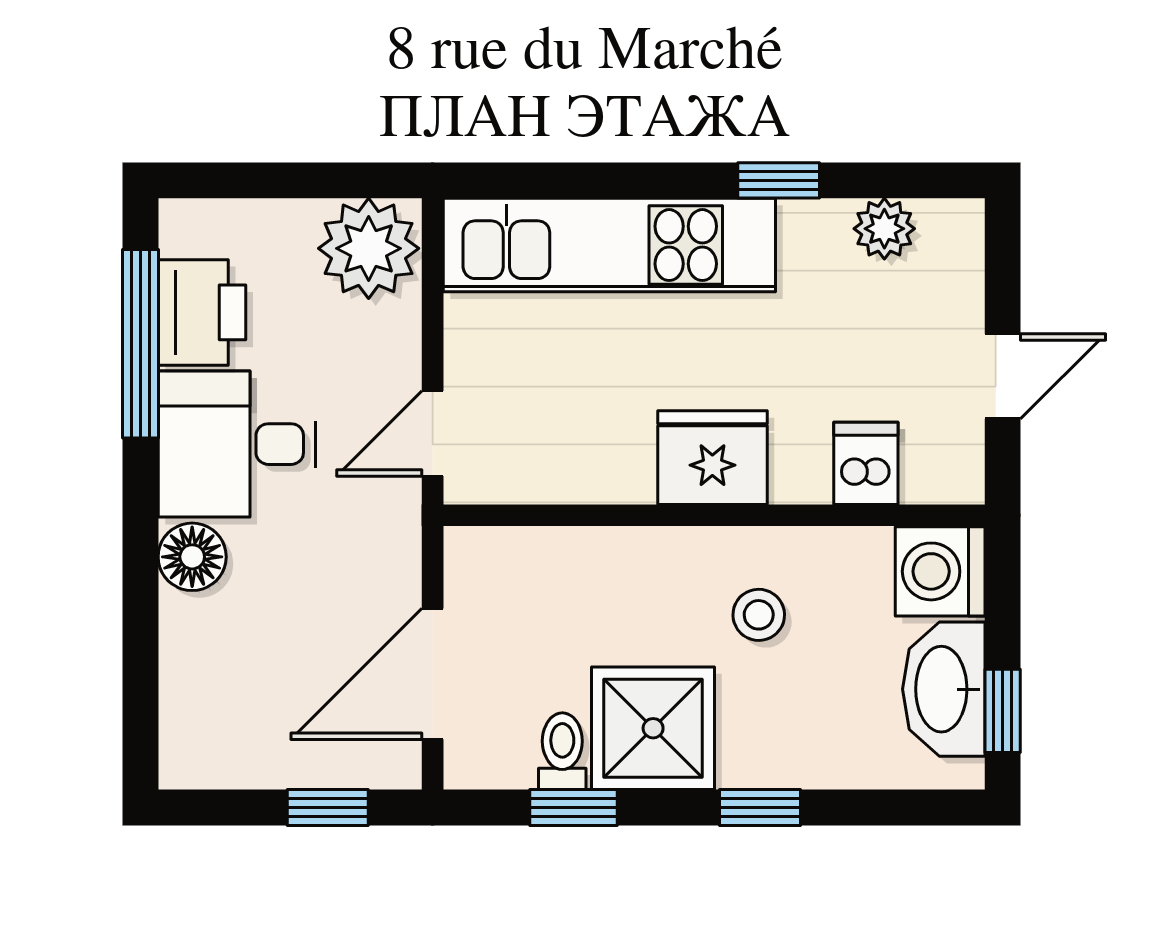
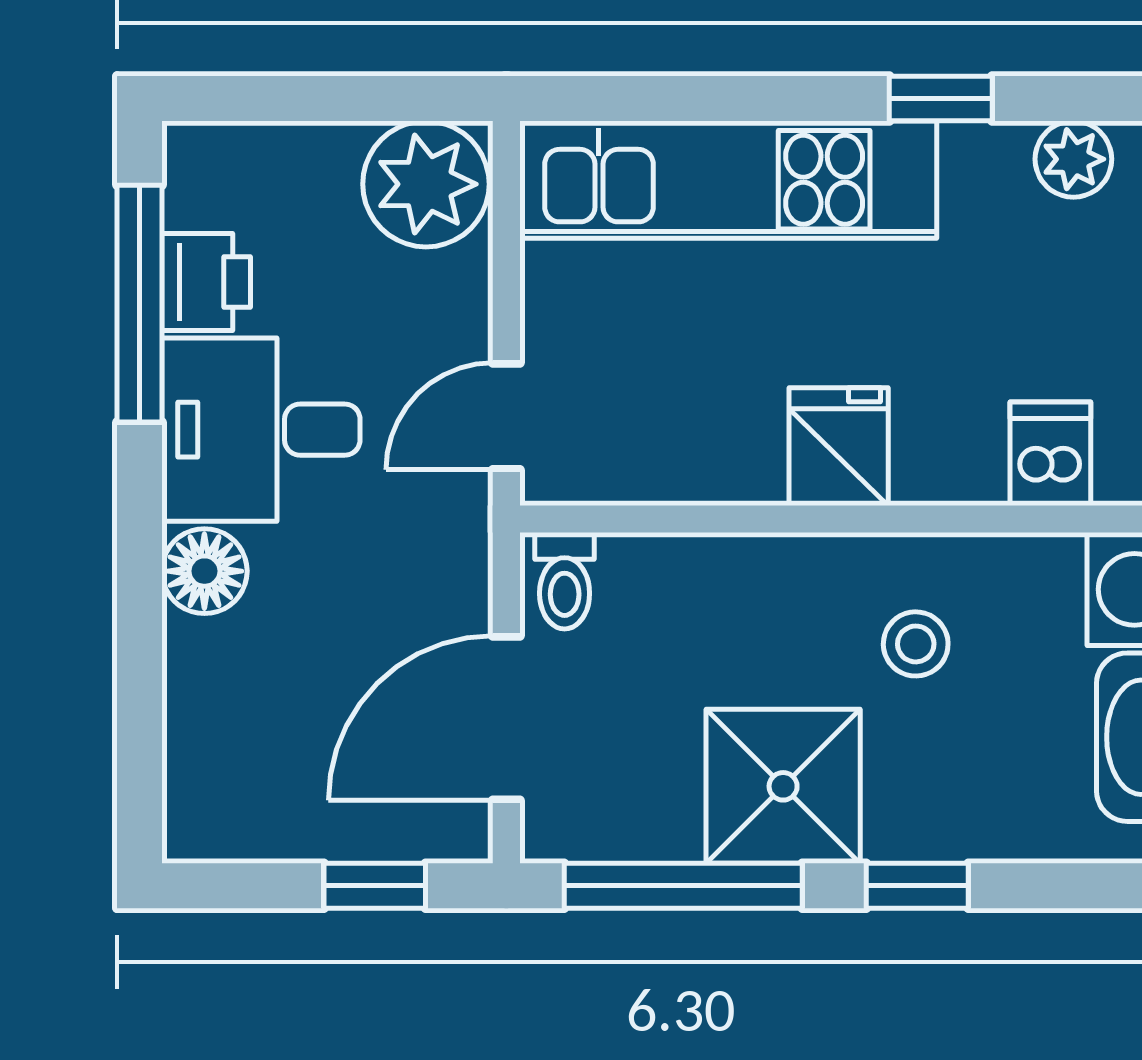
printer: (202, 312) -> (206, 282), width x0.73, depth x0.81
fridge: (712, 458) -> (839, 447), width x0.72
toilet: (562, 751) -> (565, 581), moved, turned 180
window: (573, 807) -> (683, 886), width x2.17

